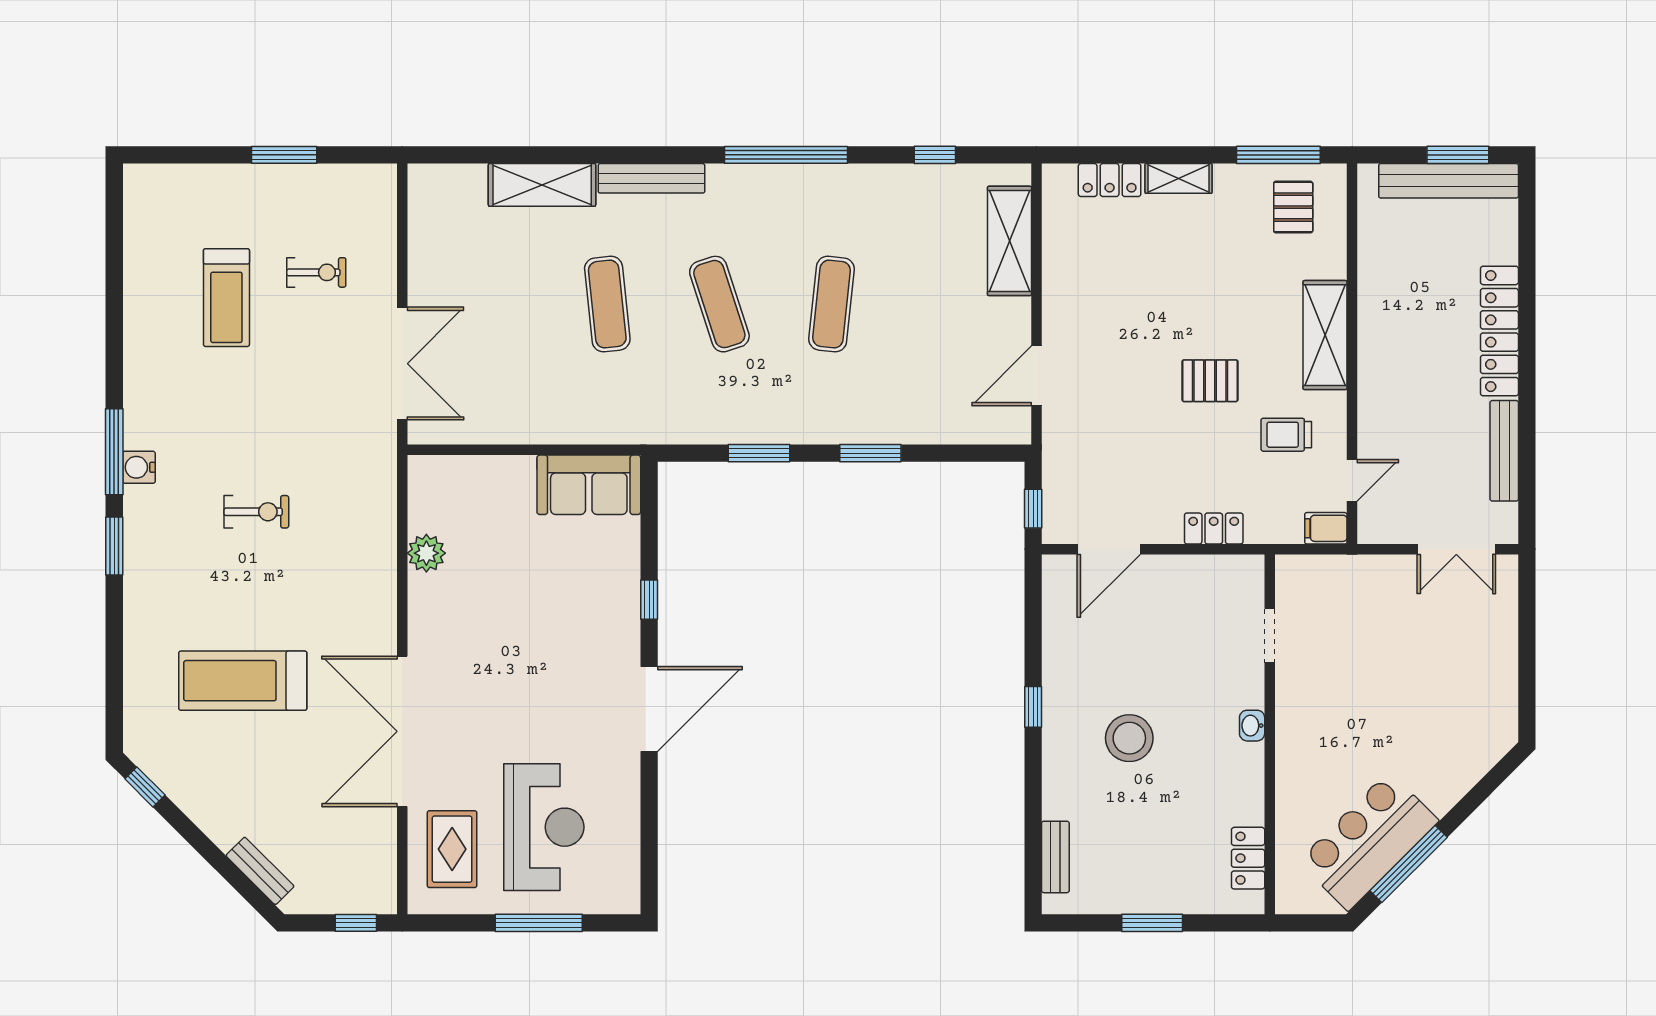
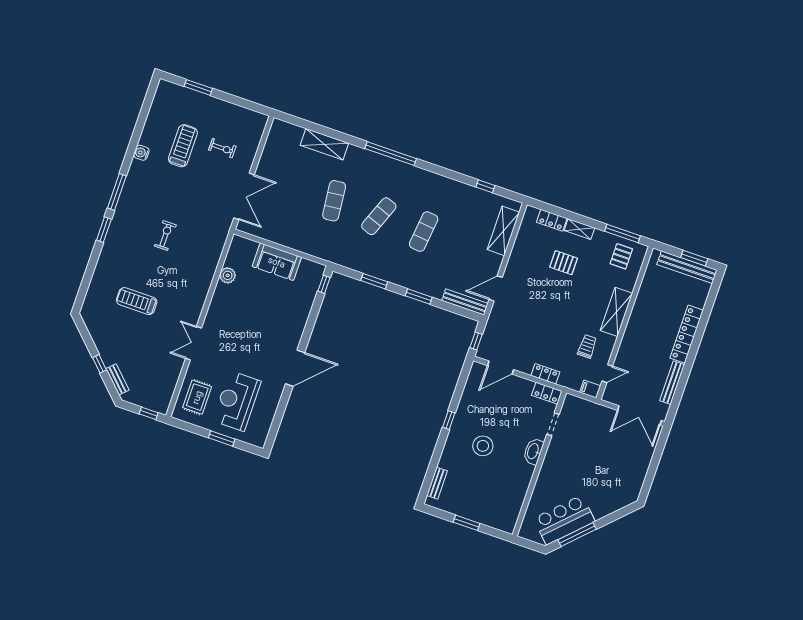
window: (284, 155) -> (198, 87), moved
window: (786, 155) -> (391, 154), moved
bench: (651, 178) -> (465, 302), moved
treadmill: (226, 298) -> (183, 146), turned 180
exercise mat: (719, 304) -> (379, 216), turned 39
pallet: (1210, 381) -> (564, 263), moved
trolley: (1286, 435) -> (587, 346), turned 90
water cooler: (139, 467) -> (141, 153), moved
sofa: (589, 485) -> (277, 262), moved
exercise bike: (256, 512) -> (165, 235), turned -90
double door: (1456, 549) -> (639, 415), width x1.37
window: (649, 600) -> (324, 284), moved
treadmill: (243, 681) -> (137, 301), width x0.73, depth x0.73
washbasin: (1252, 726) -> (533, 451), width x1.91, depth x1.45
double door: (402, 731) -> (193, 343), width x0.54
window: (145, 787) -> (100, 364), moved
reception desk: (544, 827) -> (237, 401), turned 180
locker: (1248, 858) -> (547, 393), moved, turned -90
window: (539, 923) -> (222, 438), width x0.69

